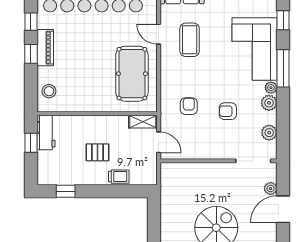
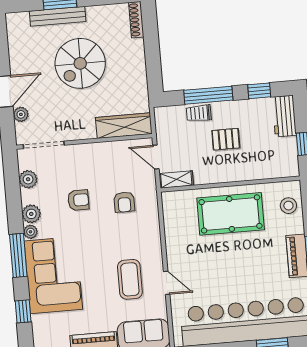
pool table: (132, 74) -> (231, 214), moved, turned 90
workbench: (46, 133) -> (284, 116), moved
wardrobe: (184, 171) -> (124, 126), added
window: (109, 191) -> (208, 95), added

